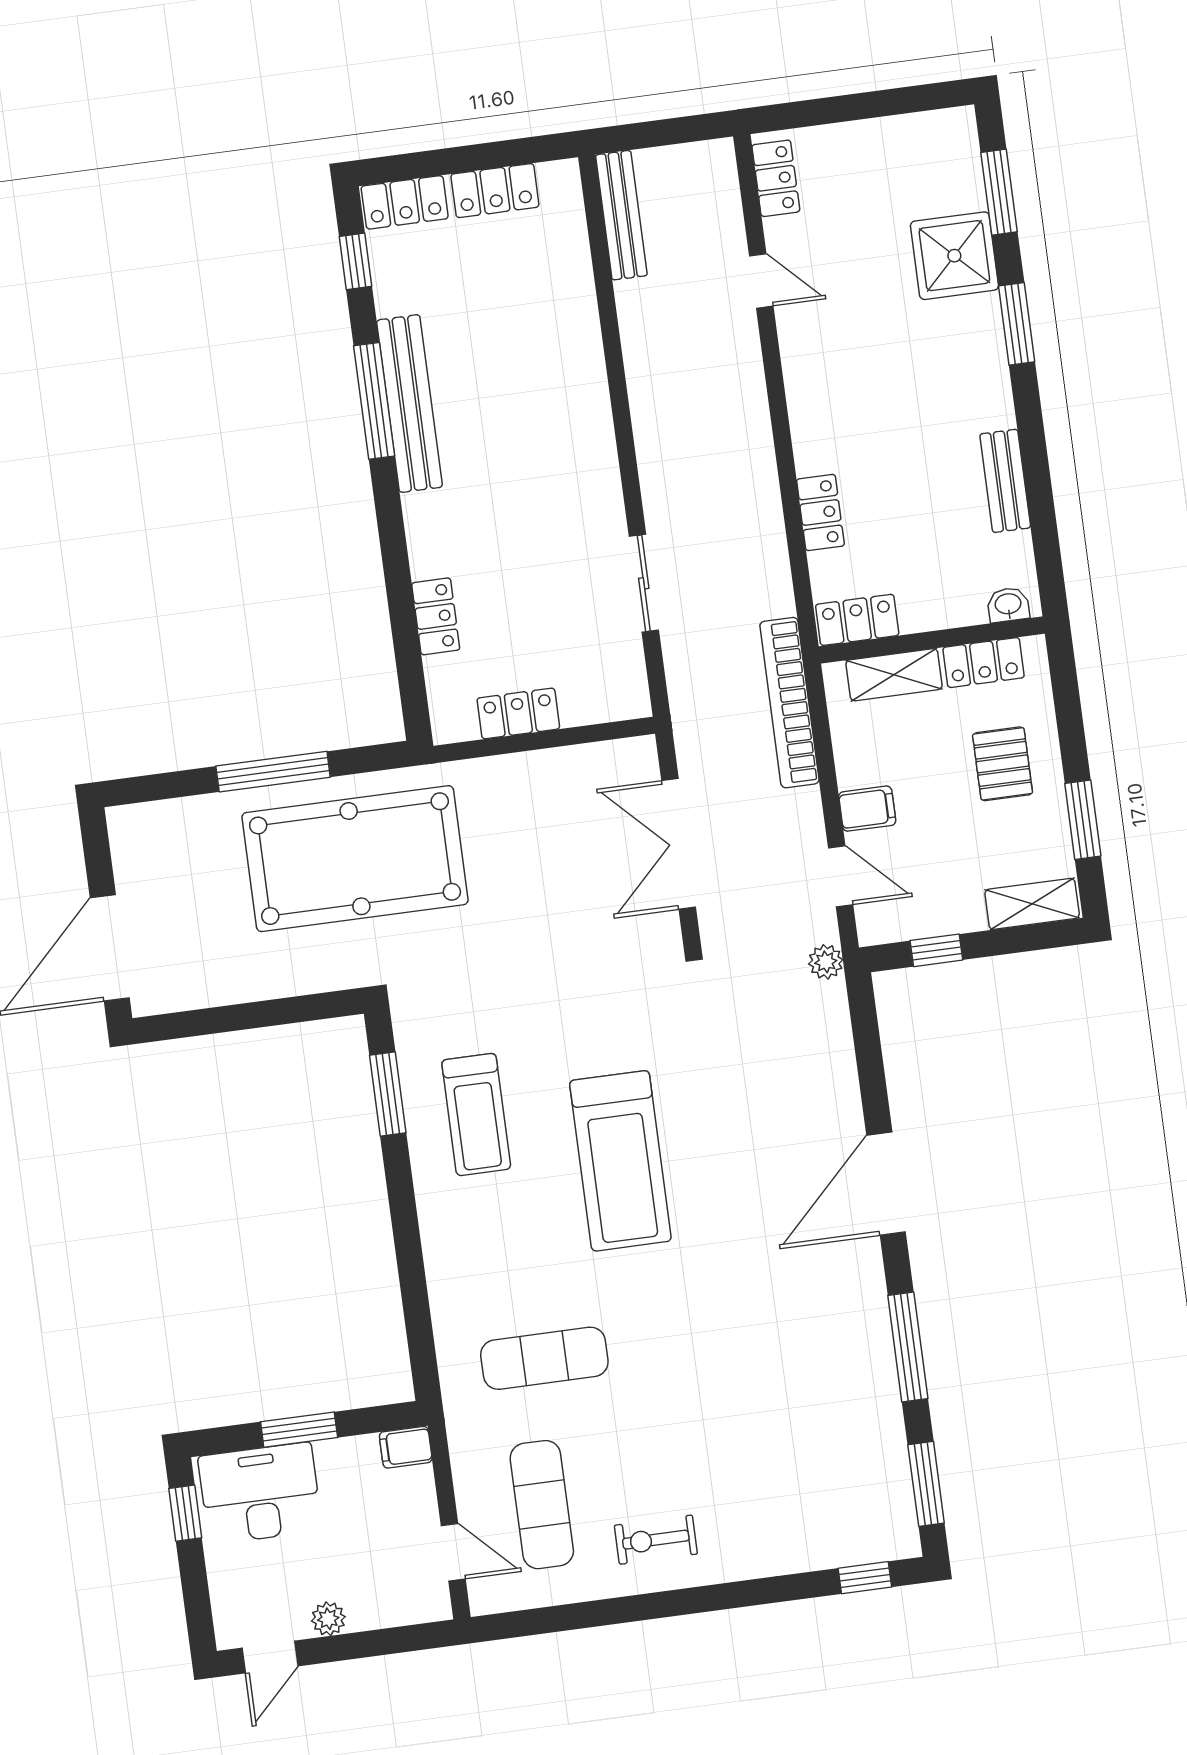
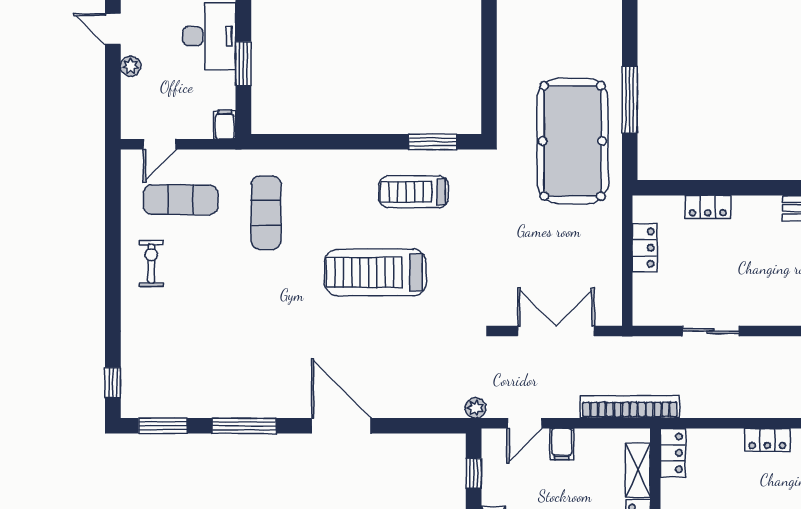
locker: (820, 512) -> (767, 440), moved

